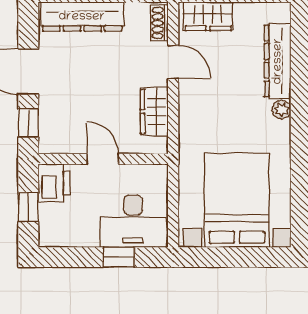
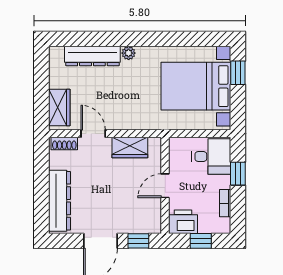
door: (173, 62) -> (93, 133), hinge flipped
desk: (133, 221) -> (211, 156), width x0.73
bookcase: (79, 240) -> (225, 203), added
window: (255, 257) -> (238, 73), added

